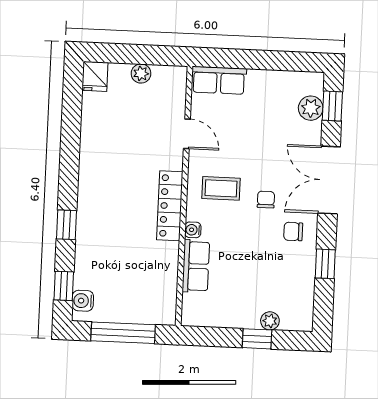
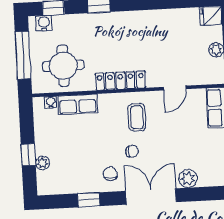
window: (332, 106) -> (206, 194), removed
plant: (311, 108) -> (188, 179), moved
water cooler: (193, 230) -> (51, 102), moved
round table: (142, 280) -> (63, 66), added

